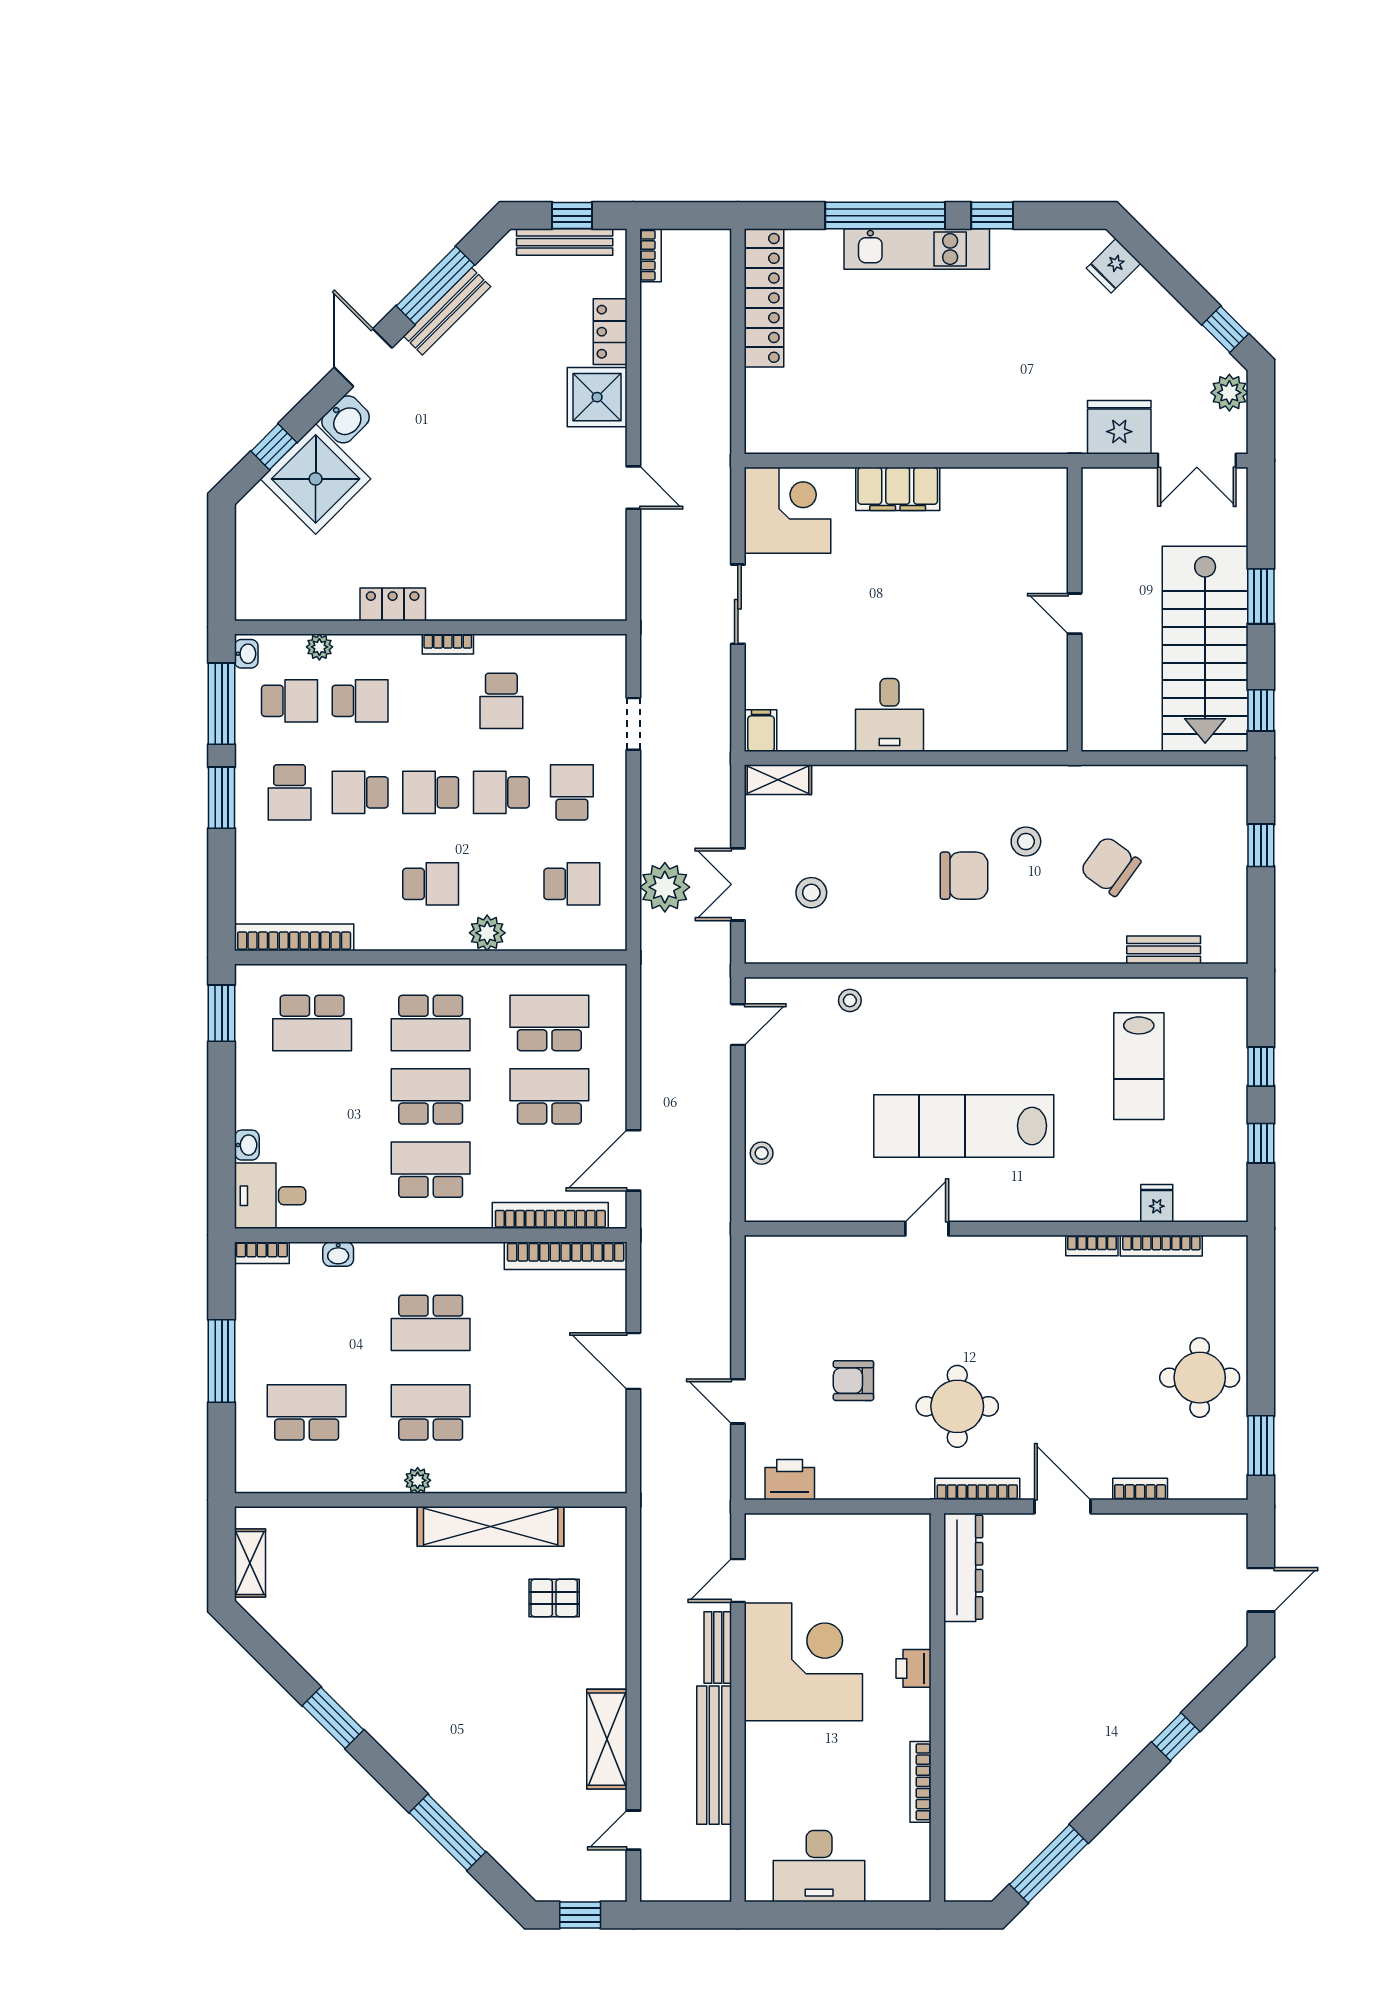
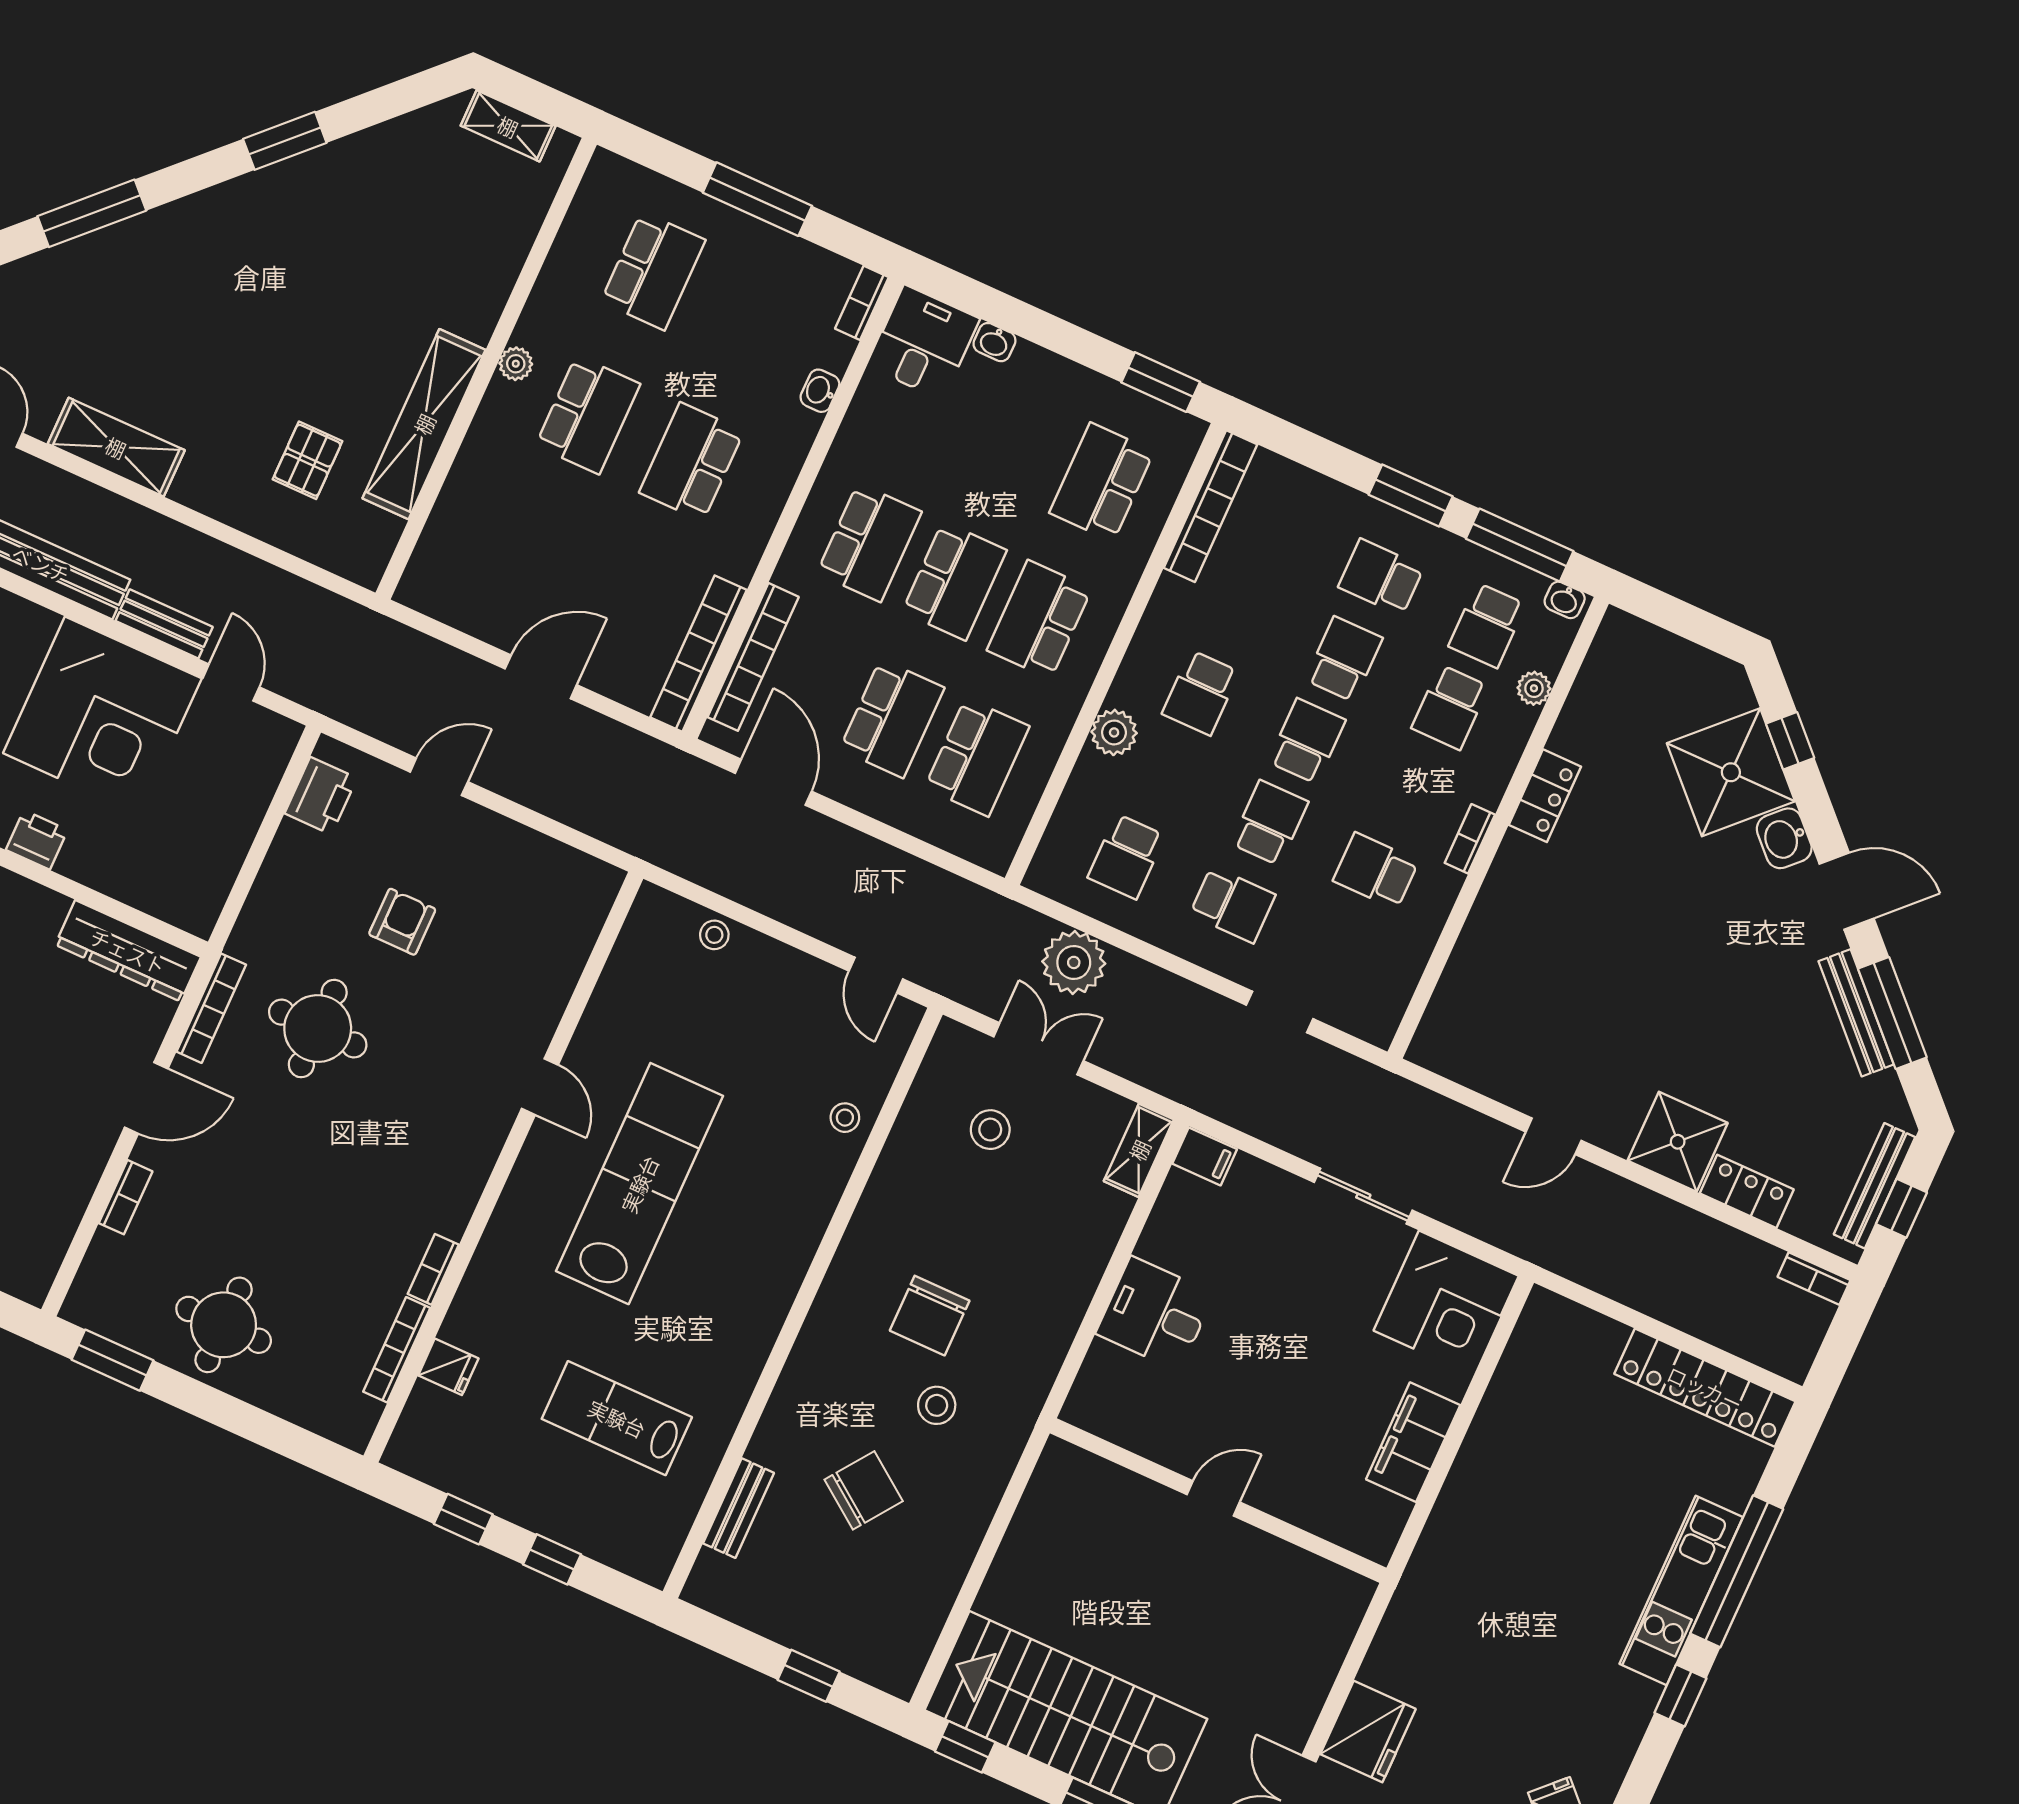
wall: (1075, 609) -> (1218, 1501), moved
door: (1075, 614) -> (1213, 1498), moved

